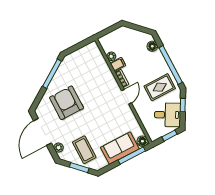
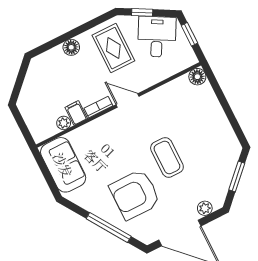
floor lamp: (152, 46) -> (71, 47), moved
window: (171, 65) -> (79, 30), removed
window: (52, 74) -> (109, 228), moved
sofa: (120, 148) -> (63, 165), moved, turned 180
coffee table: (84, 150) -> (167, 157), moved, turned 90
window: (132, 155) -> (219, 94), removed

